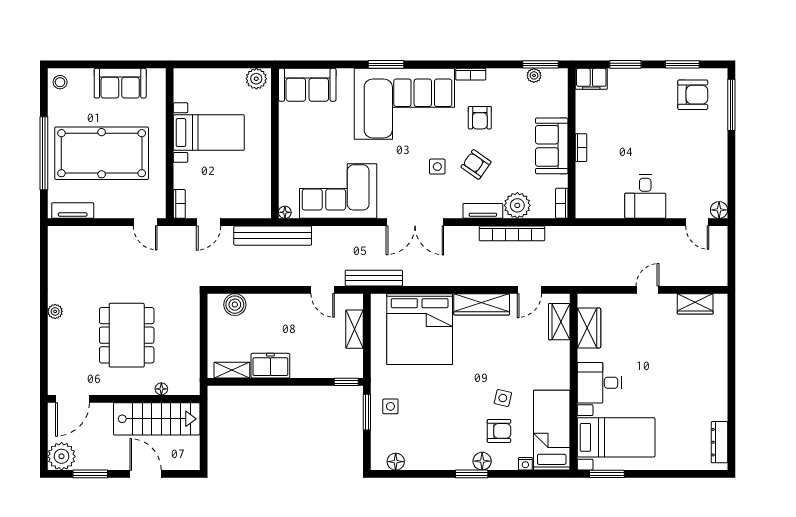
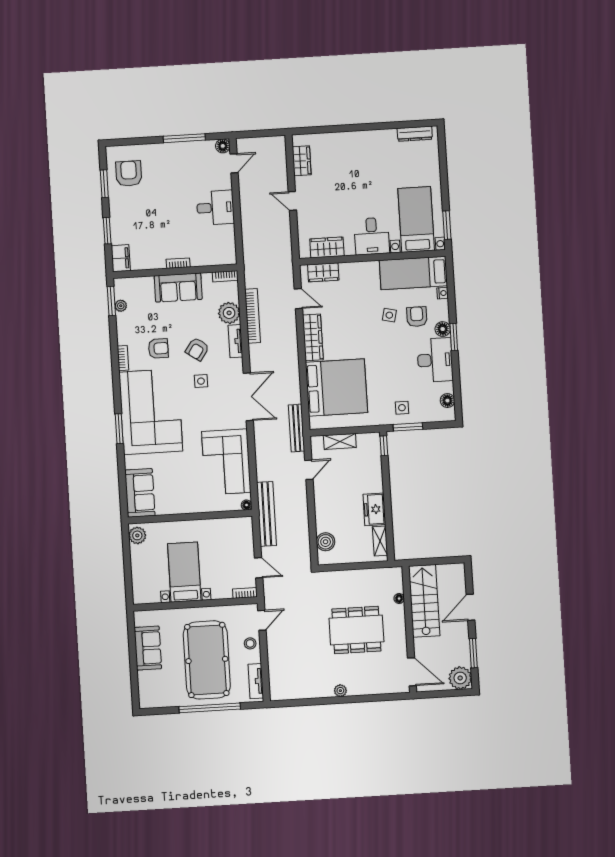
stool: (60, 82) -> (250, 643), moved
window: (731, 105) -> (184, 138), moved
desk: (445, 450) -> (435, 360), added

